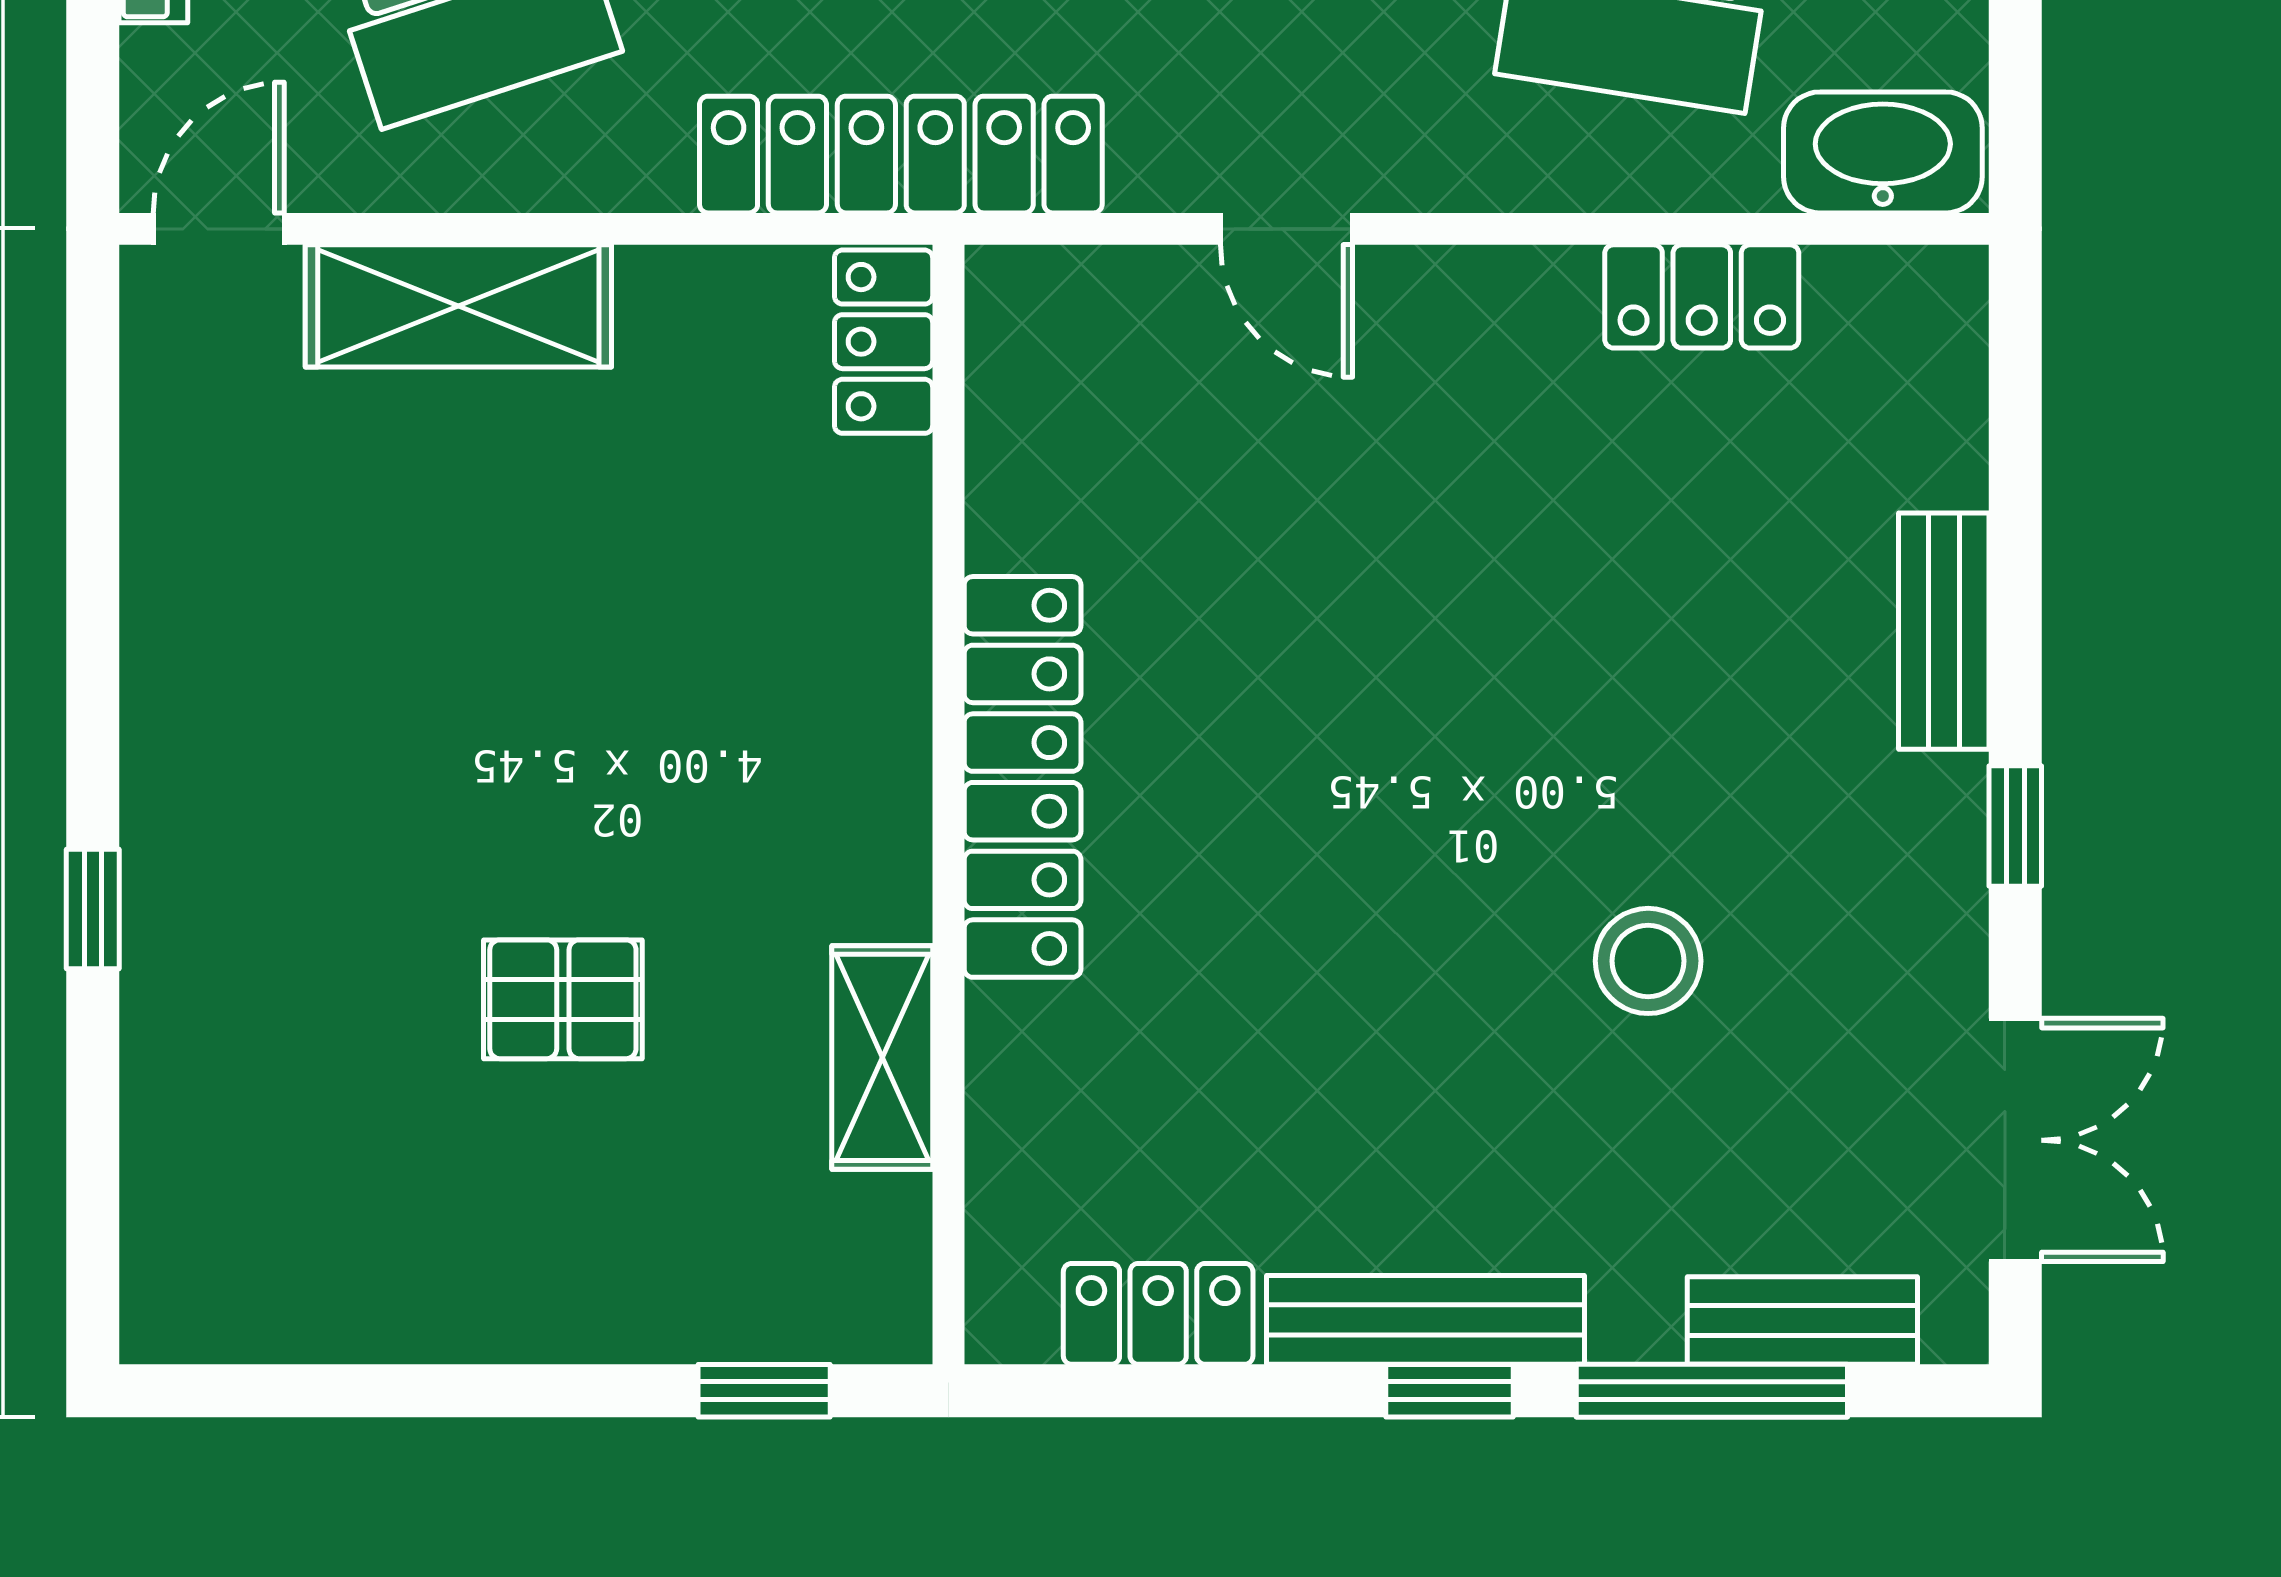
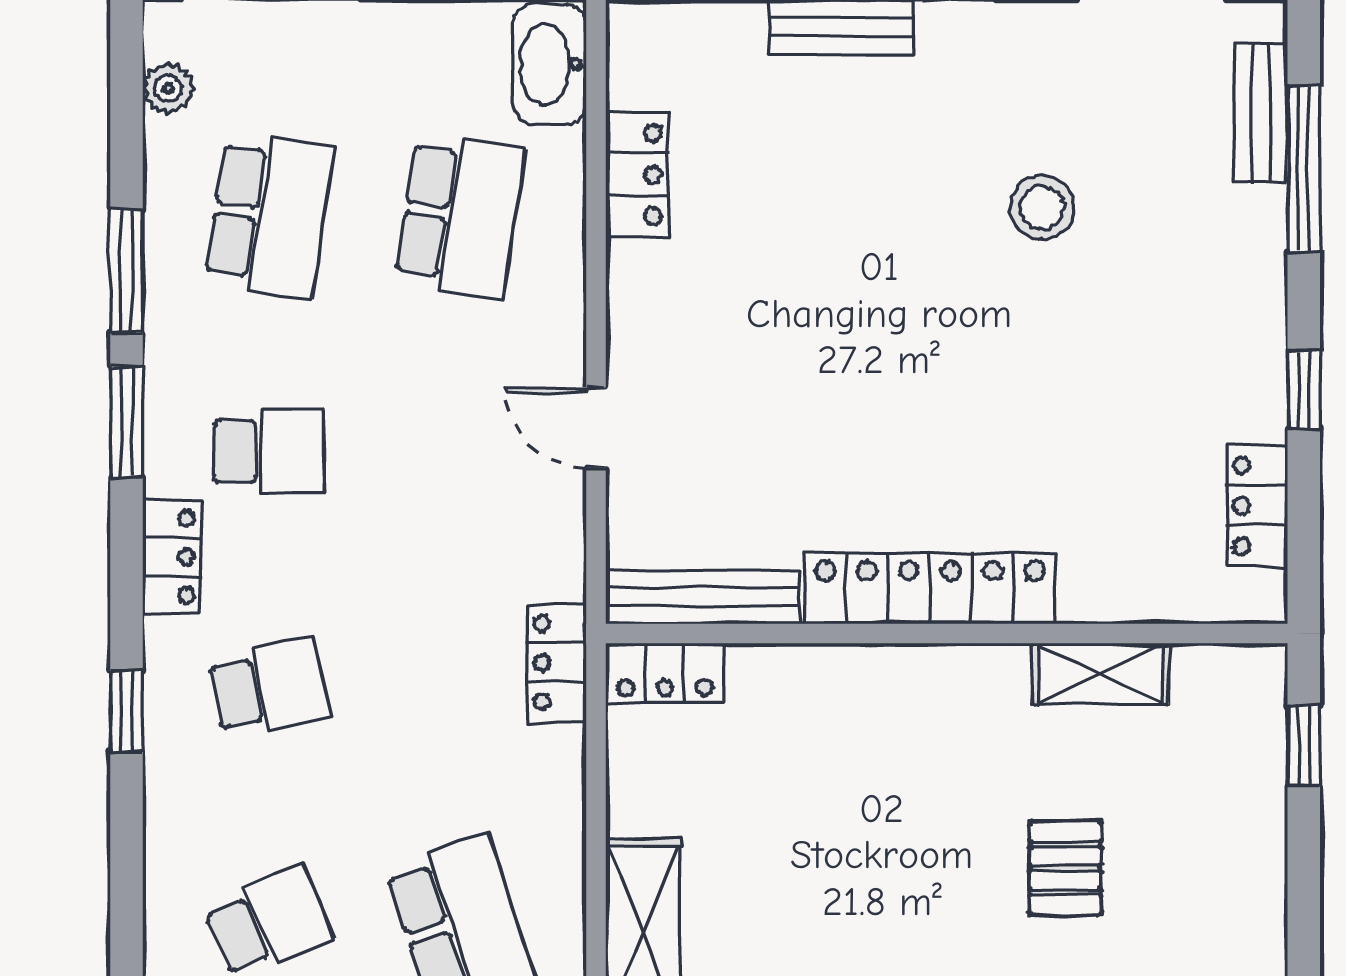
locker: (901, 155) -> (557, 662), width x0.46, depth x0.83
door: (1286, 229) -> (596, 428), swing flipped
bench: (1426, 1320) -> (703, 597), moved, turned 90
window: (1450, 1391) -> (1304, 389), moved

